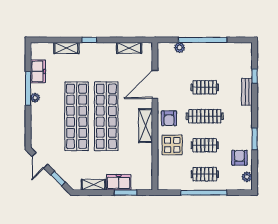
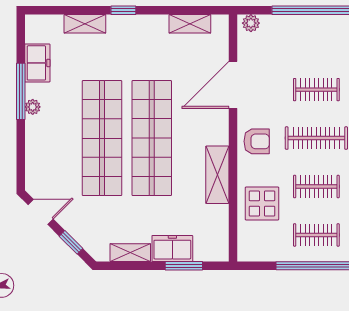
plant: (180, 48) -> (251, 23), moved
armchair: (169, 118) -> (257, 141), turned -90
shelving: (146, 126) -> (217, 175), moved
display table: (172, 145) -> (262, 203), moved
door: (40, 160) -> (41, 212), swing flipped

